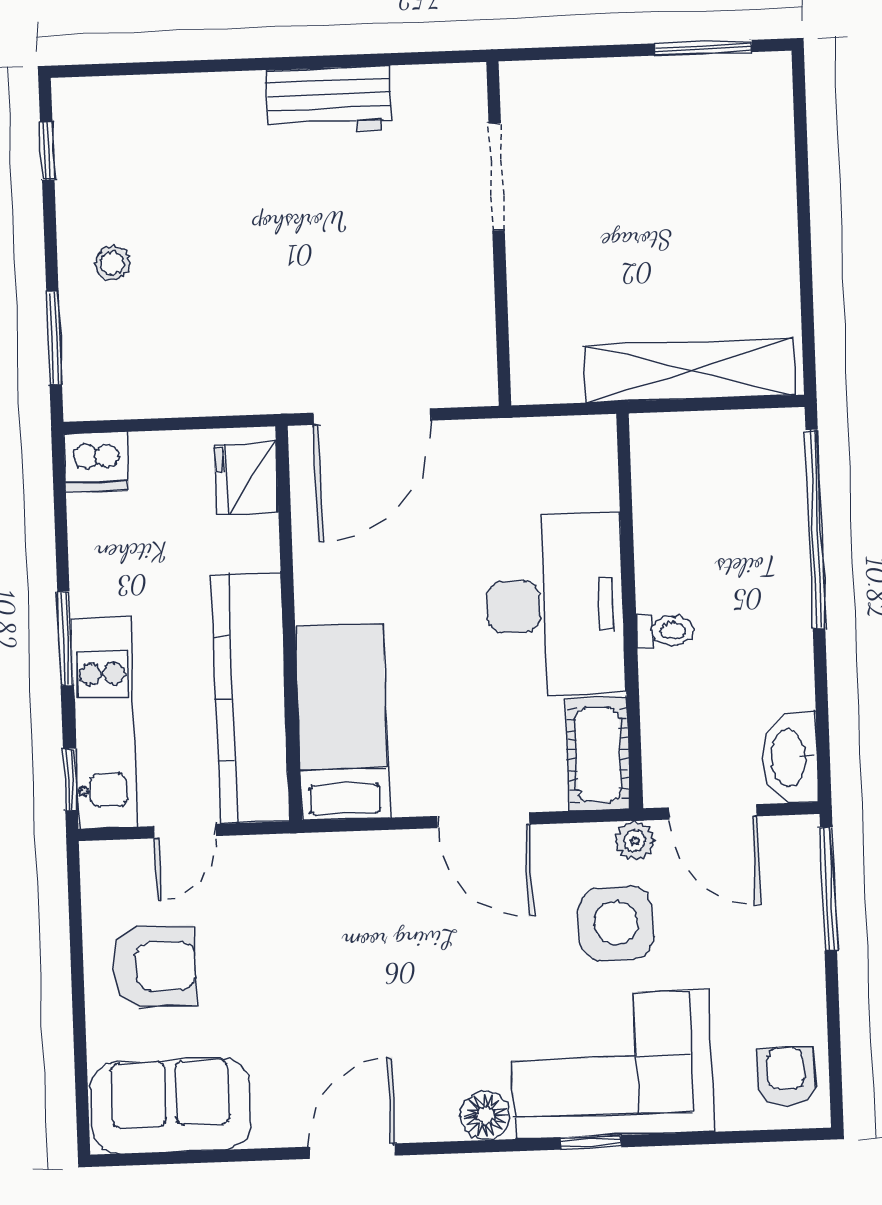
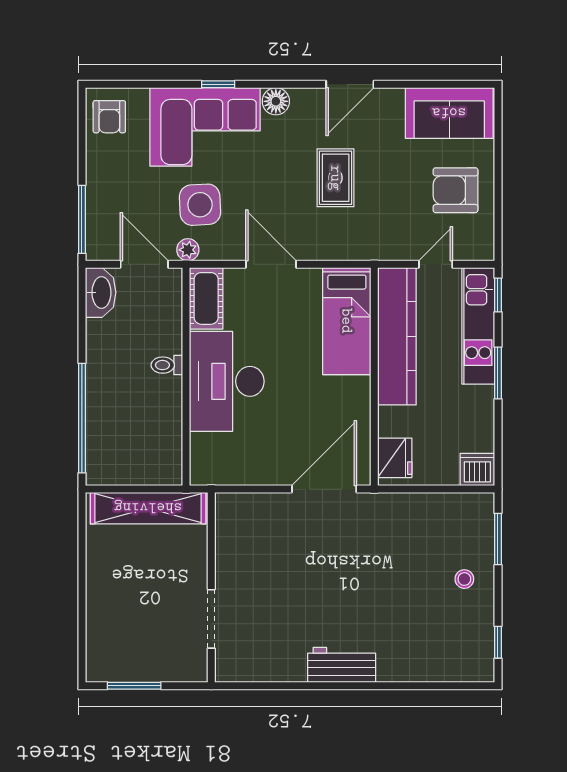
doorway: (497, 177) -> (211, 619), moved
wall: (499, 234) -> (211, 587), moved
rug: (372, 981) -> (336, 178), added

